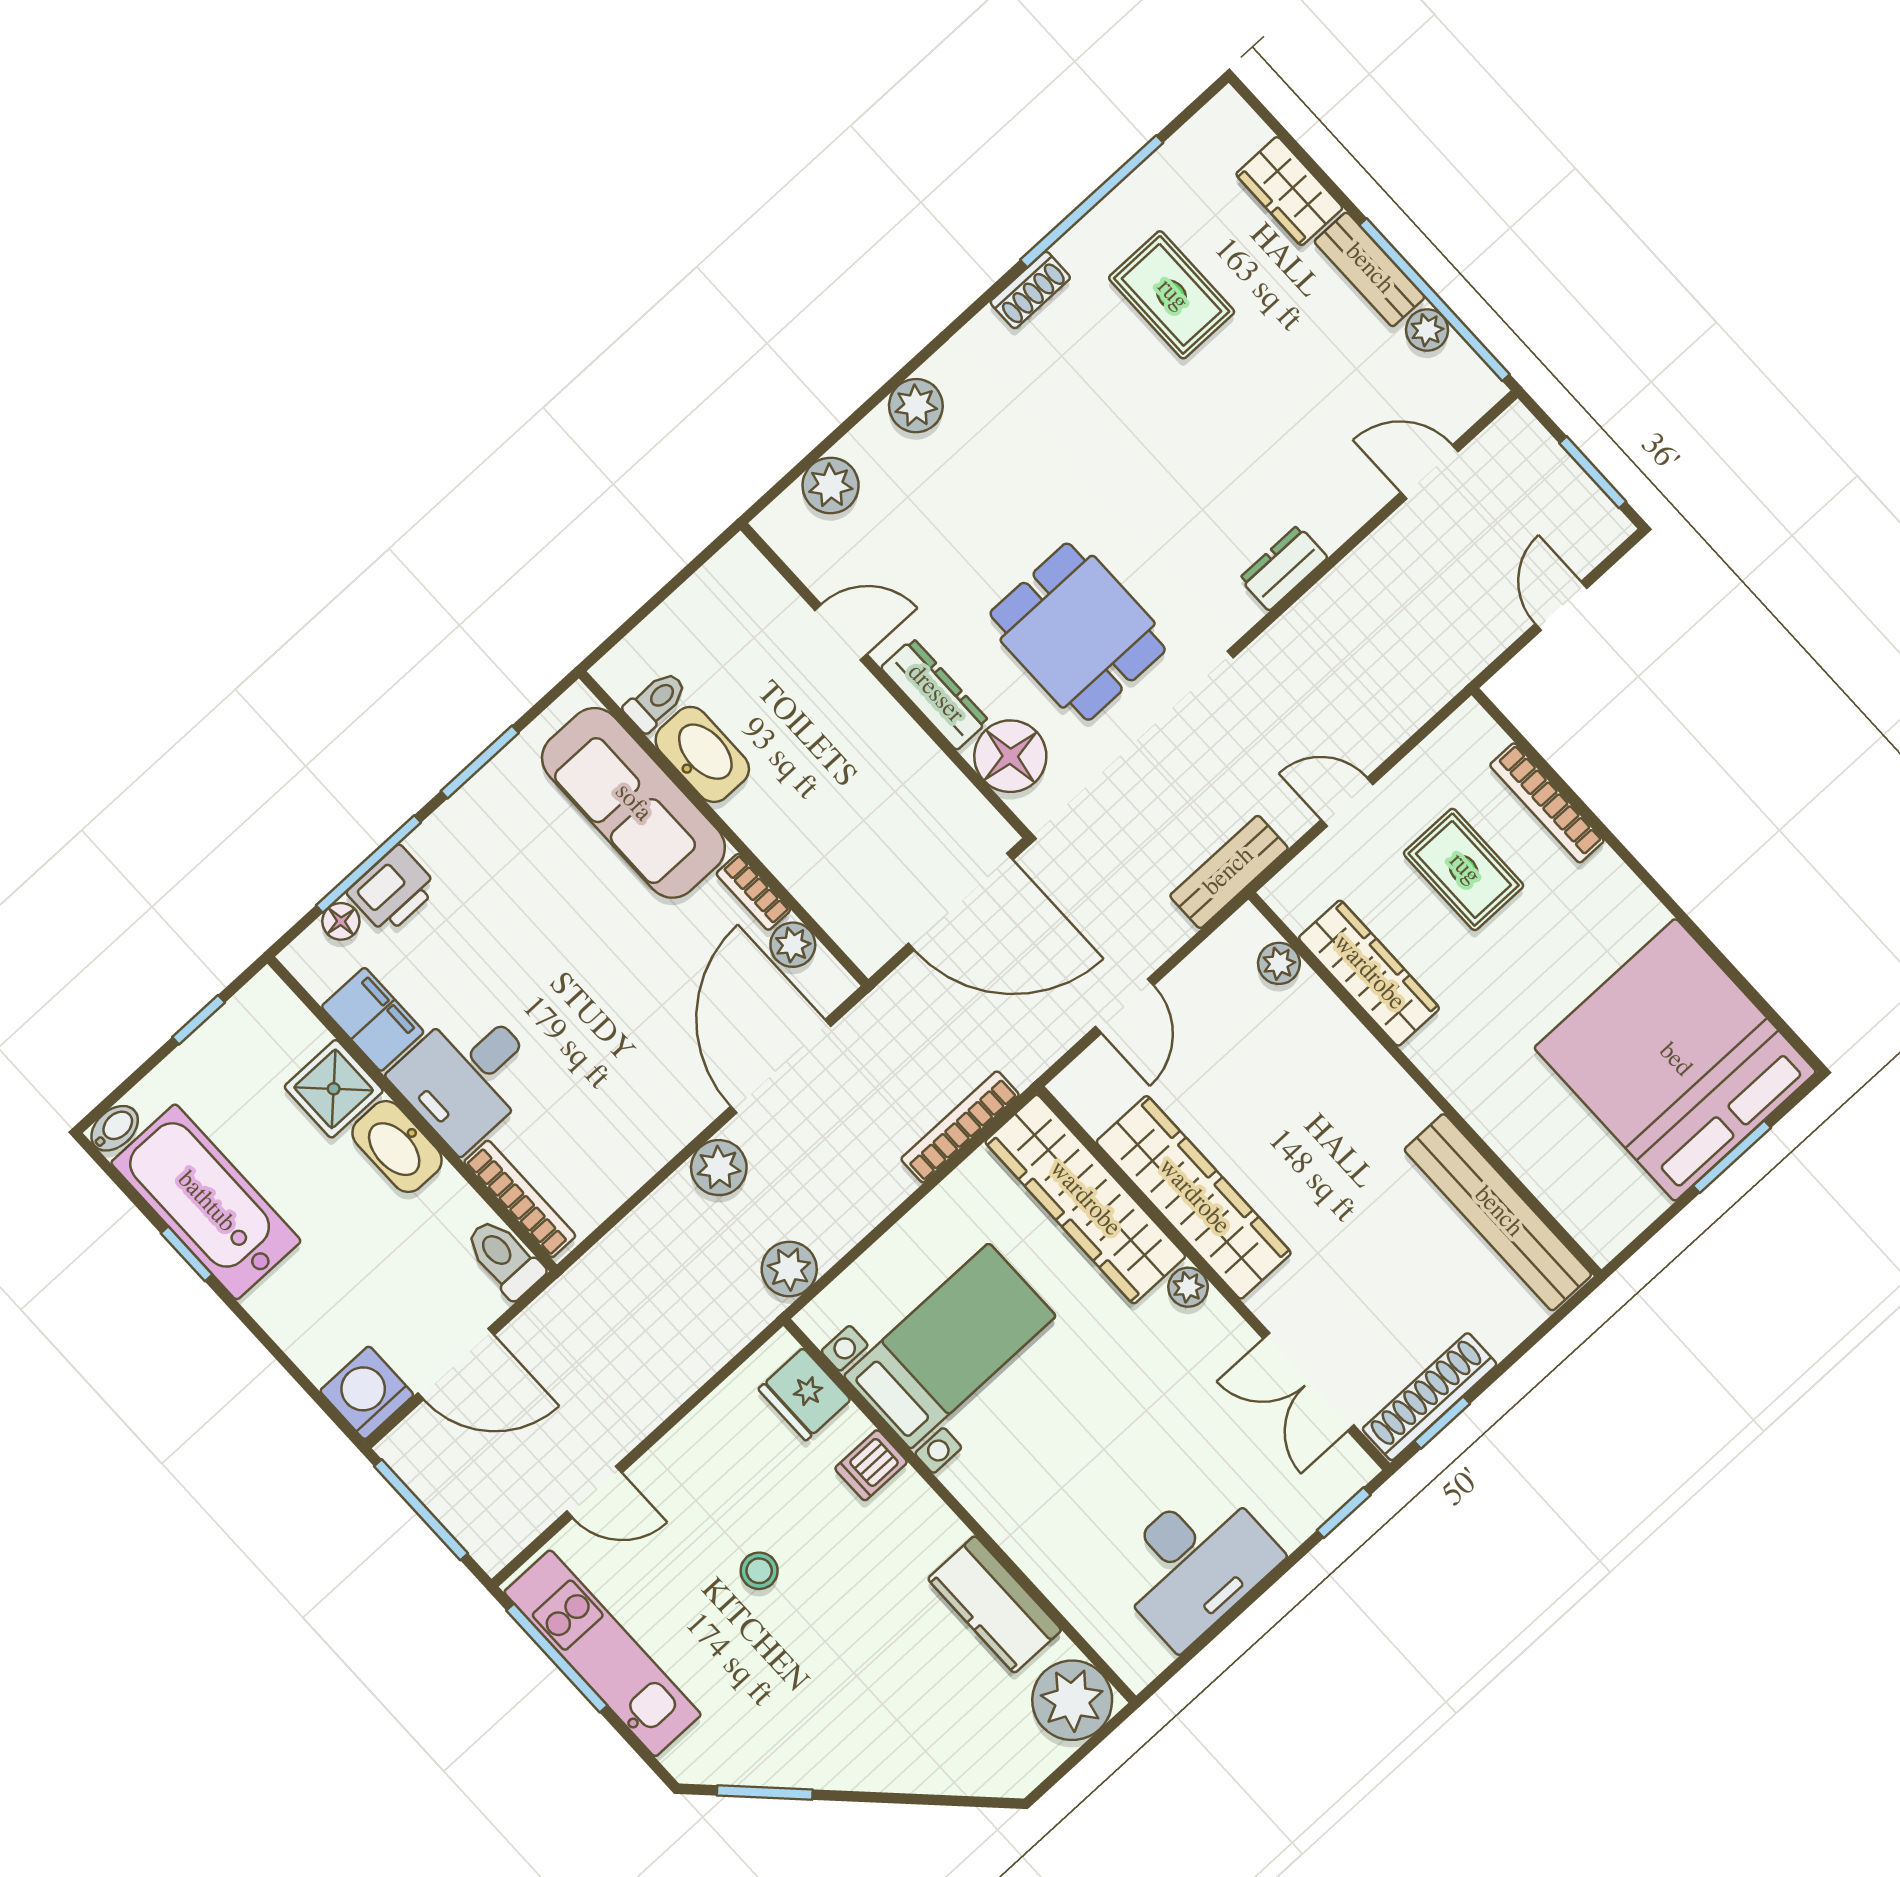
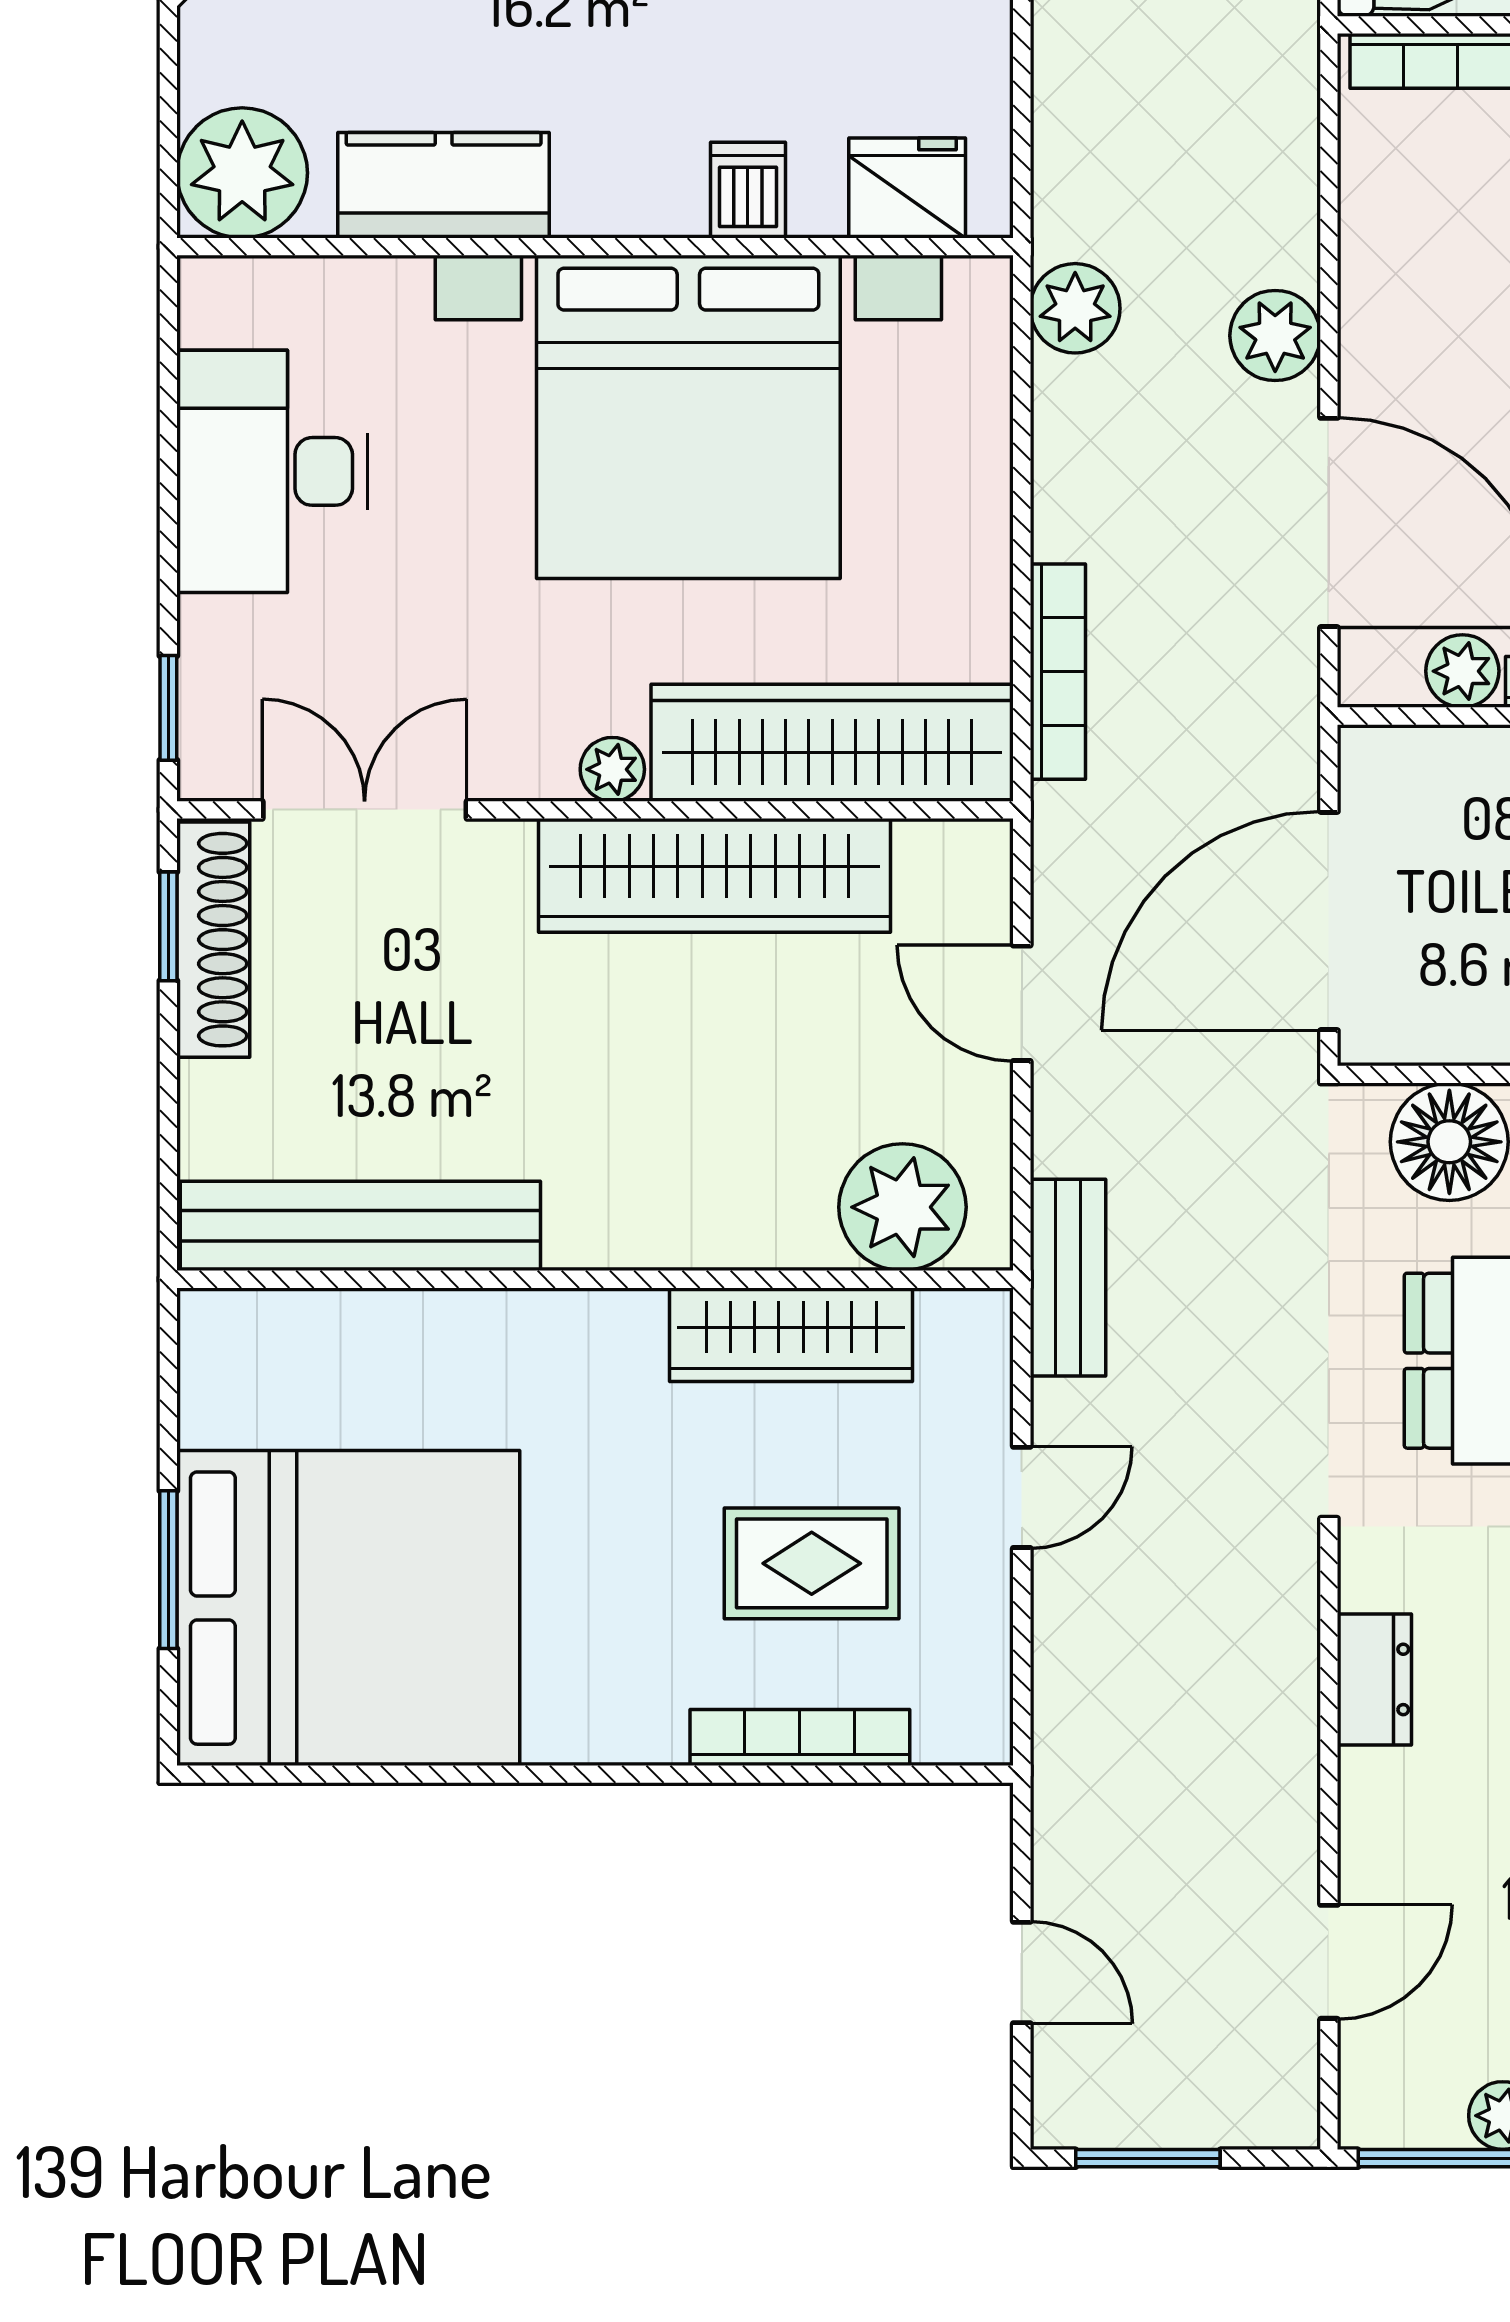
plant: (1279, 963) -> (902, 1207), width x1.88, depth x1.88
bed with nightstands: (950, 1346) -> (688, 417), width x1.85

